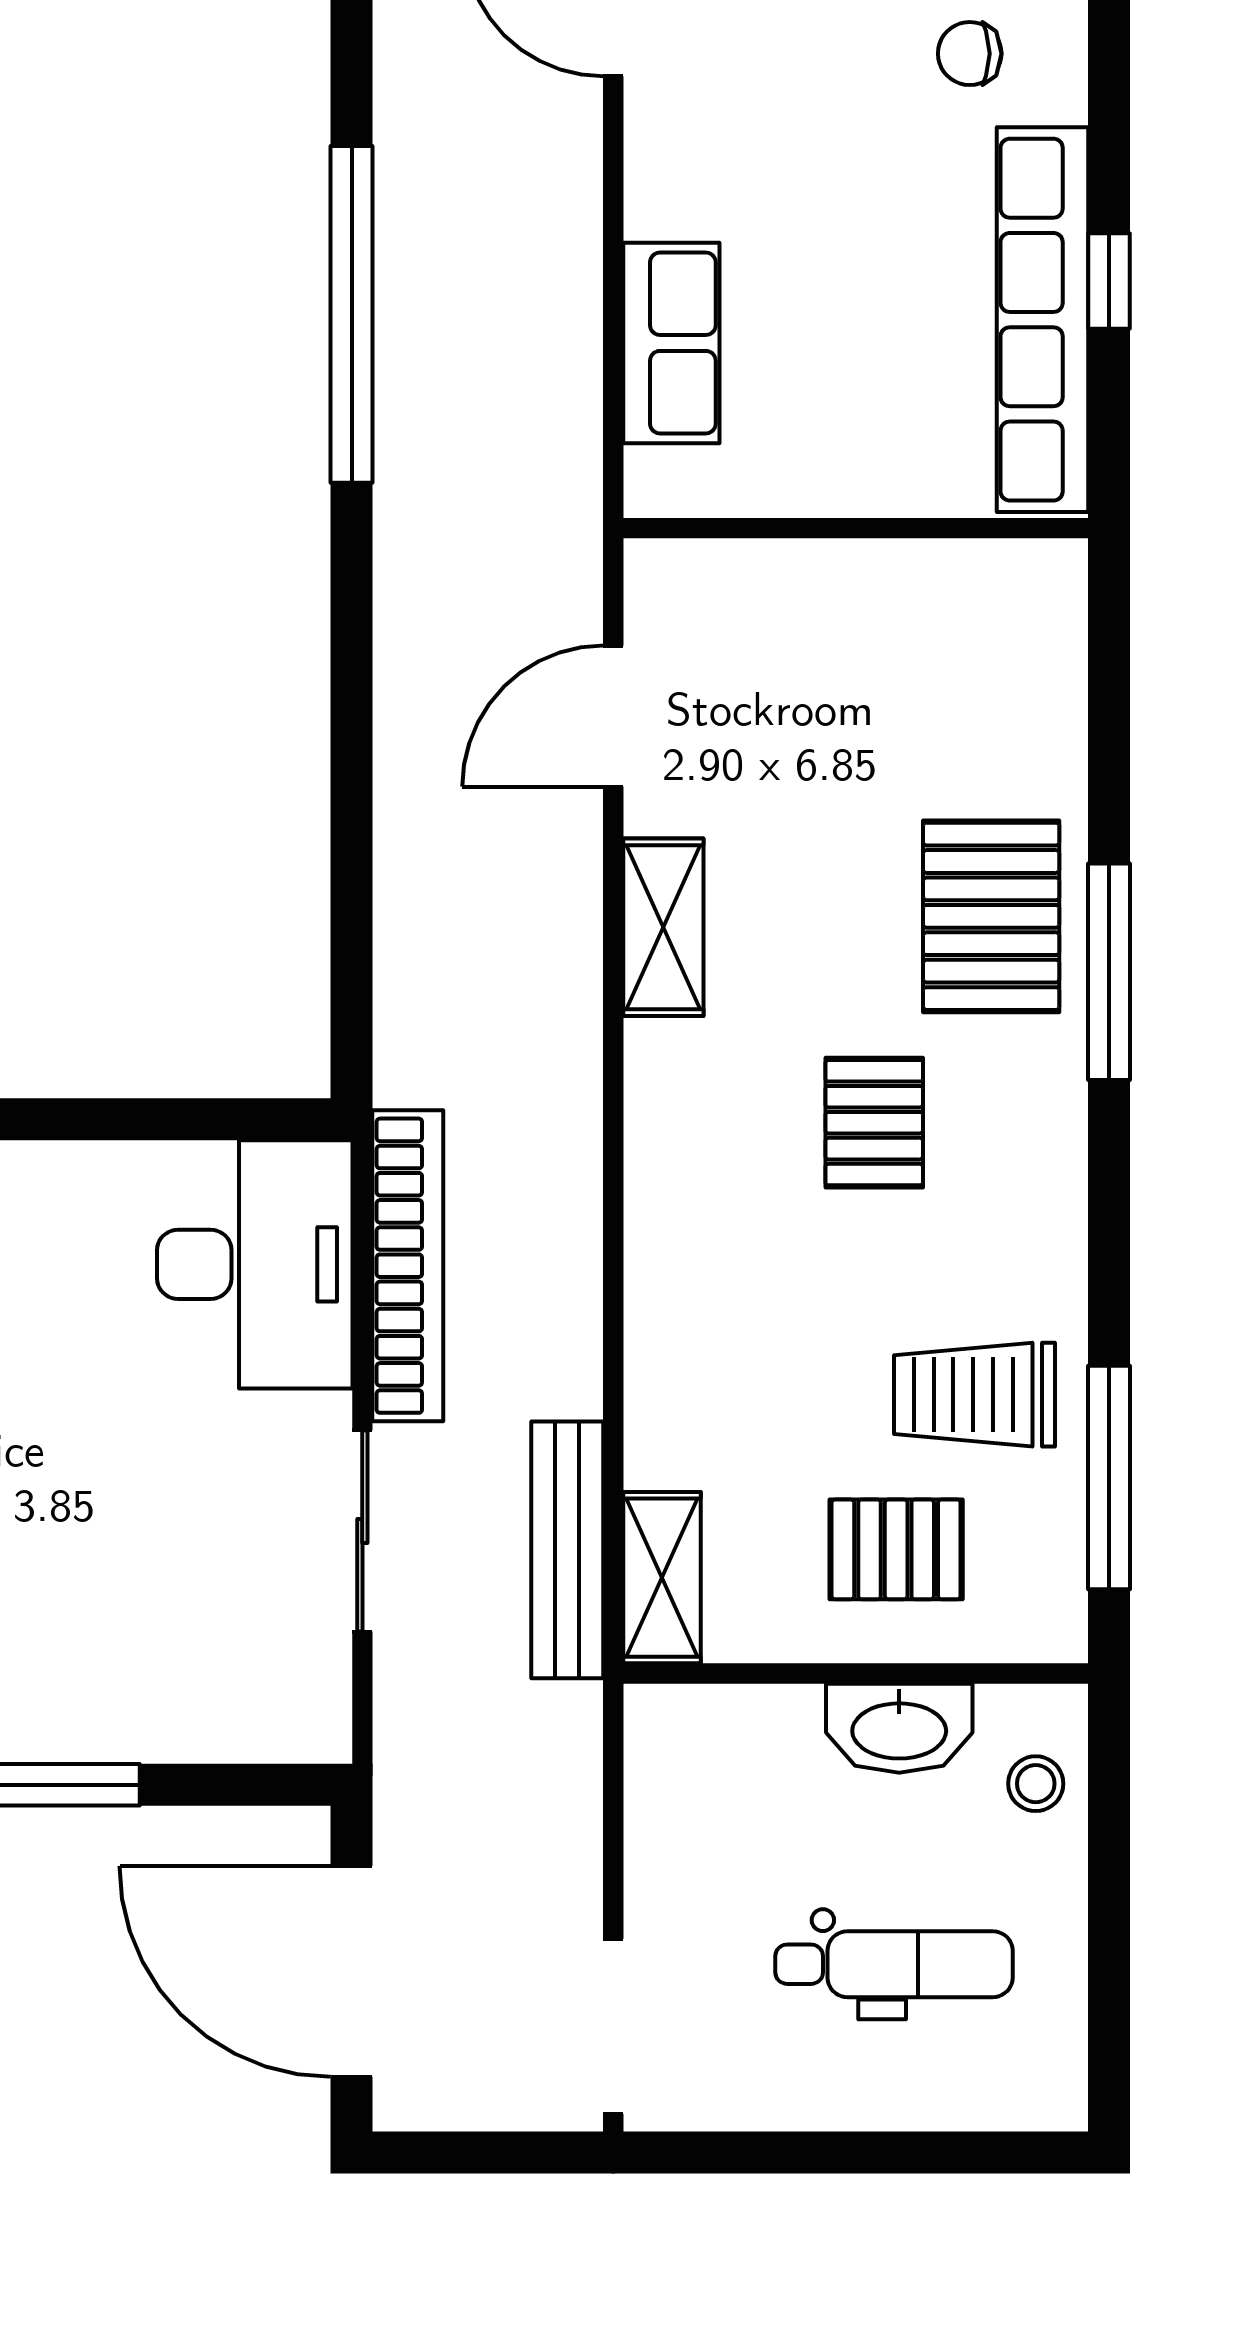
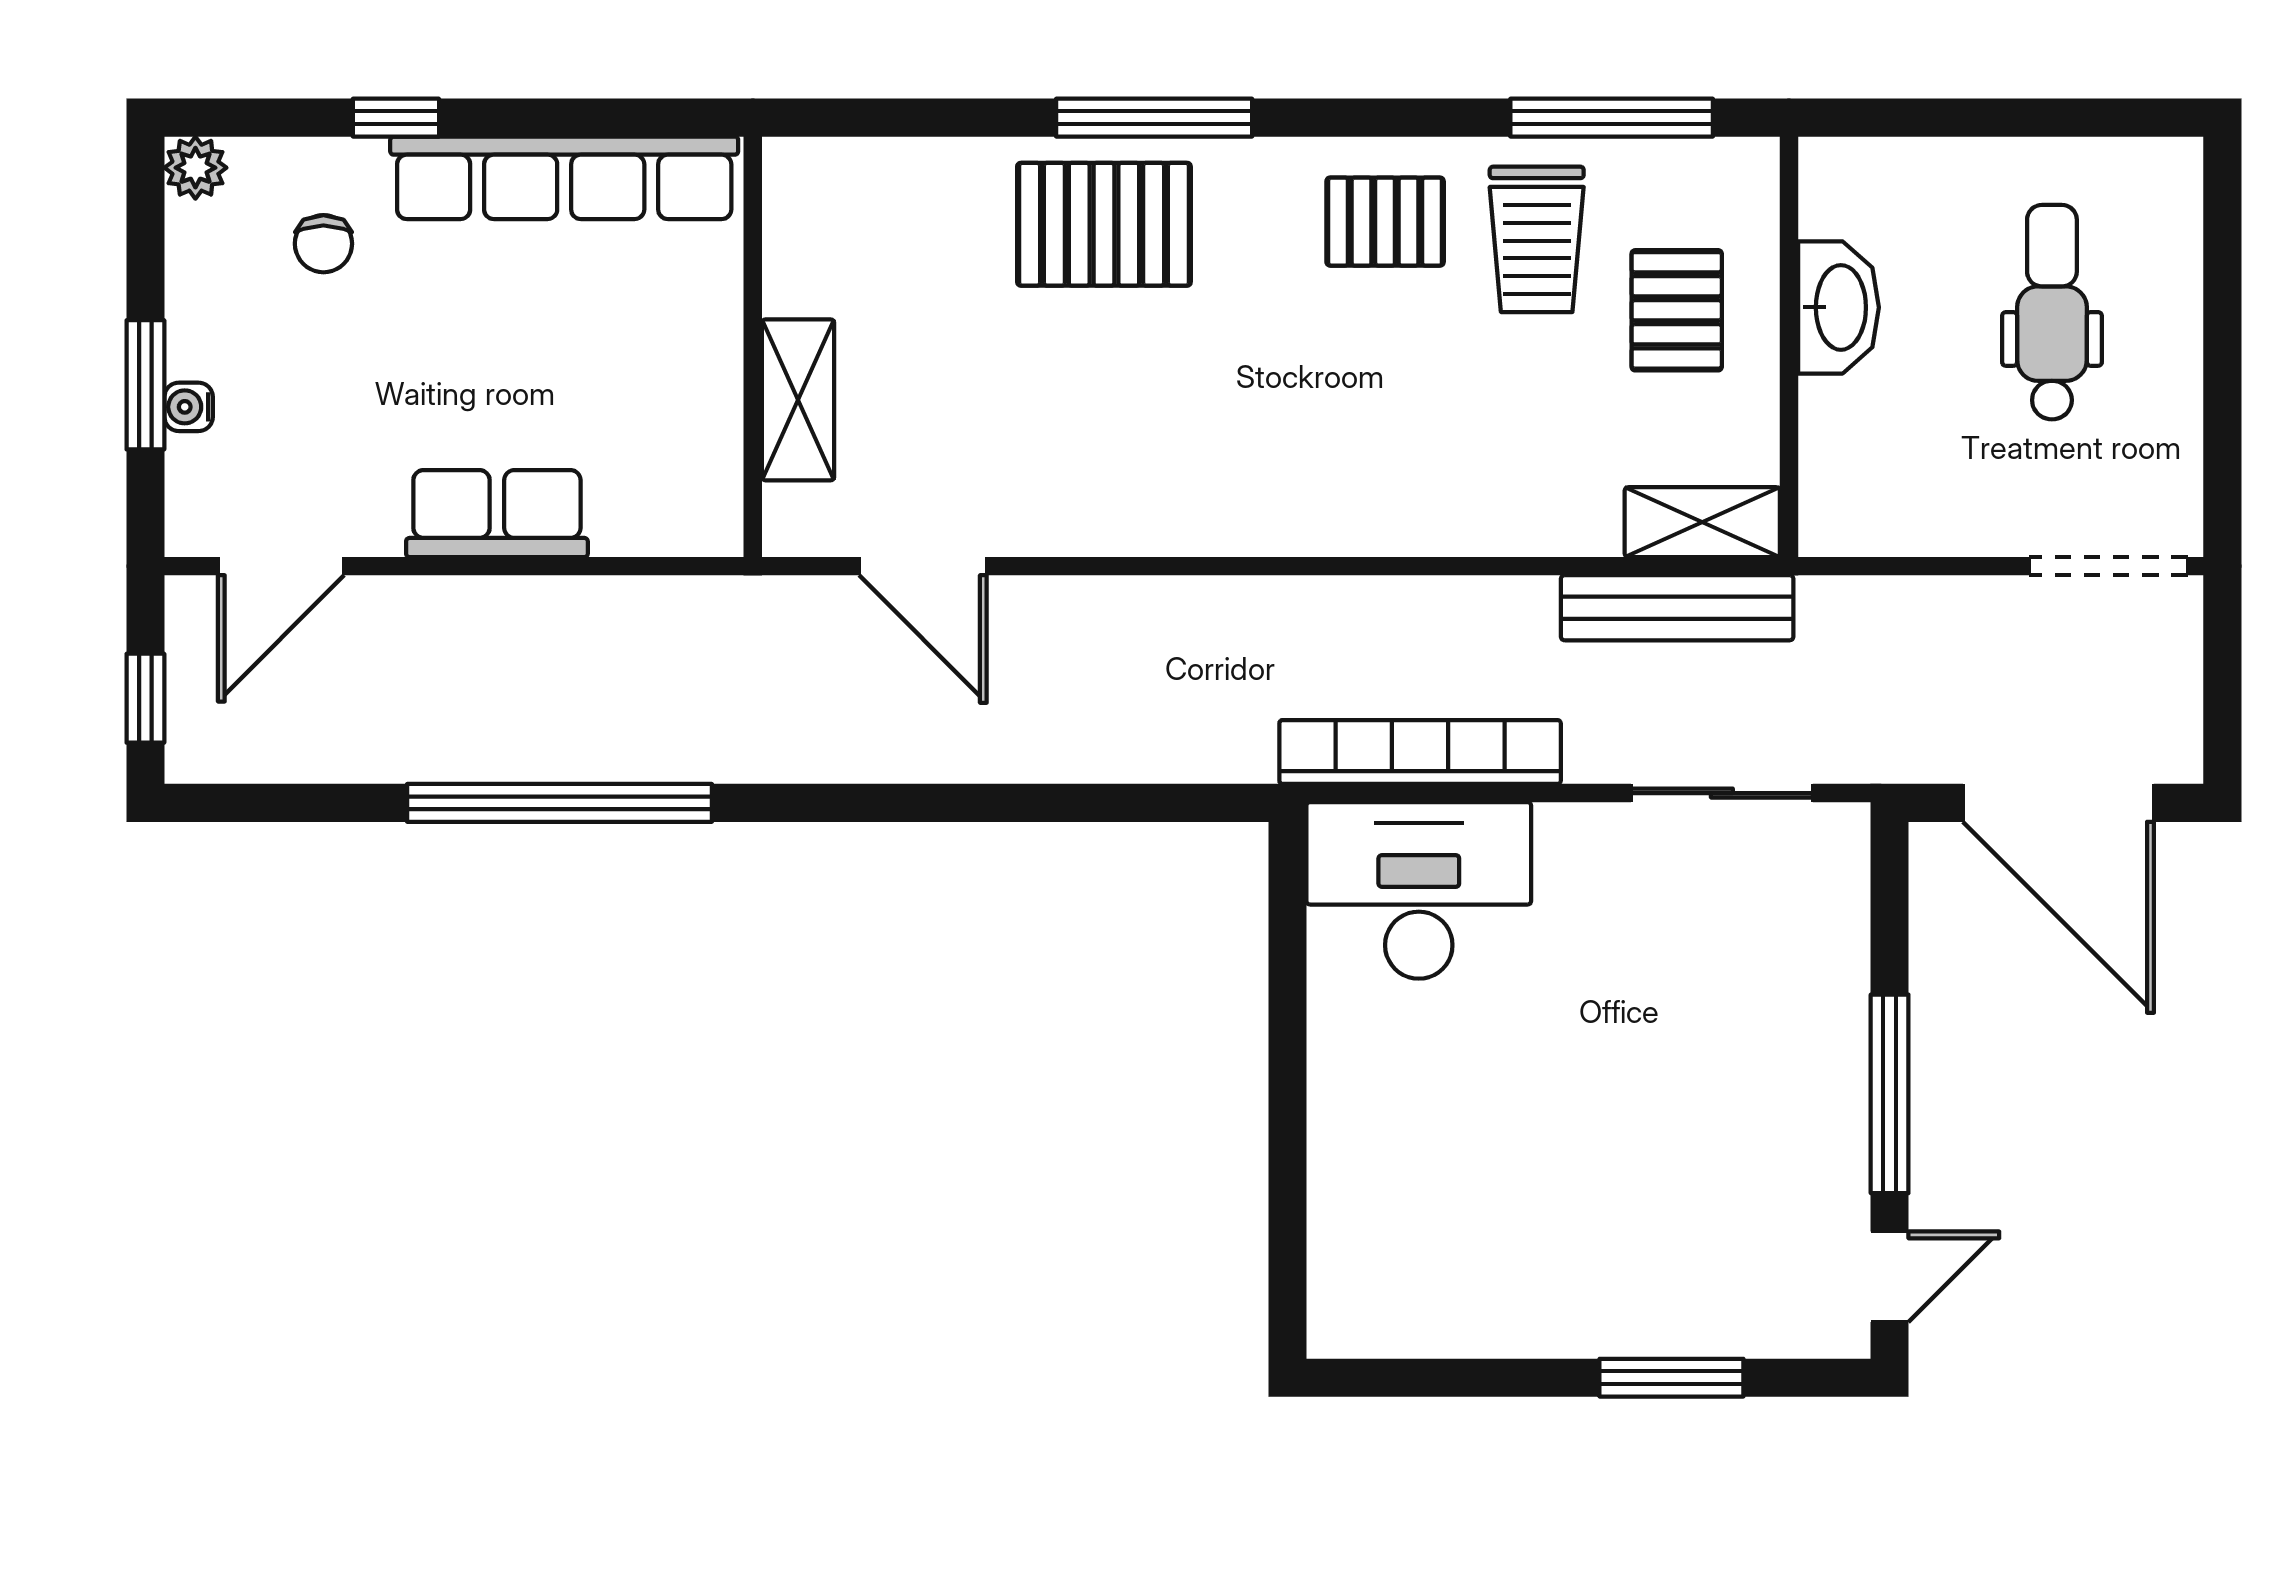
window: (1109, 281) -> (396, 118), moved
row of seats: (671, 343) -> (497, 514), moved
shelving: (663, 927) -> (798, 400), moved, turned 90
pallet: (874, 1123) -> (1385, 222), moved
sliding door: (362, 1531) -> (1722, 793), moved
stool: (1036, 1784) -> (1889, 184), removed
door: (352, 1971) -> (2058, 803), hinge flipped

